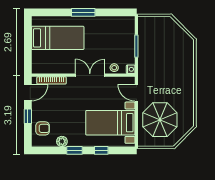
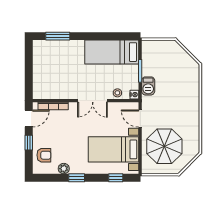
window: (83, 12) -> (58, 36), moved
bed: (58, 38) -> (112, 52), moved, turned 180
barbecue: (144, 61) -> (148, 86), added
double door: (90, 75) -> (93, 101), swing flipped
window: (101, 150) -> (116, 178), moved

